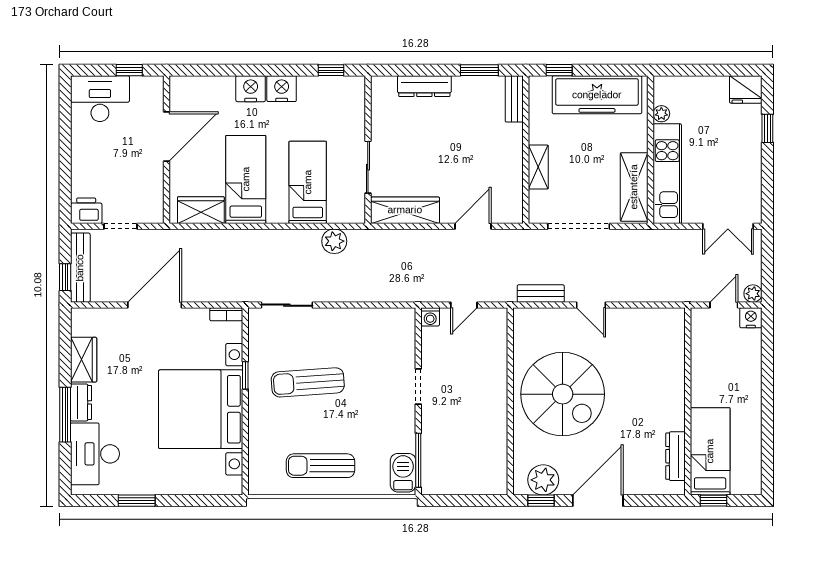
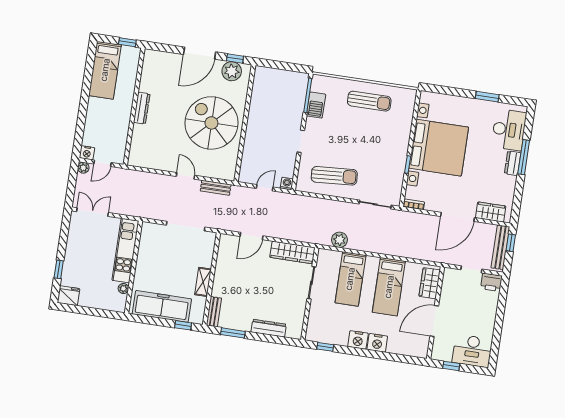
shelving: (538, 167) -> (203, 282), moved
shelving: (634, 187) -> (147, 245), removed
wardrobe: (201, 210) -> (430, 283), moved, turned 90
wardrobe: (84, 360) -> (491, 212), moved, turned 90
sun lounger: (308, 382) -> (334, 176), moved
bed: (710, 451) -> (105, 70), moved
dresser: (676, 456) -> (142, 108), moved
barbecue: (403, 473) -> (316, 105), moved

